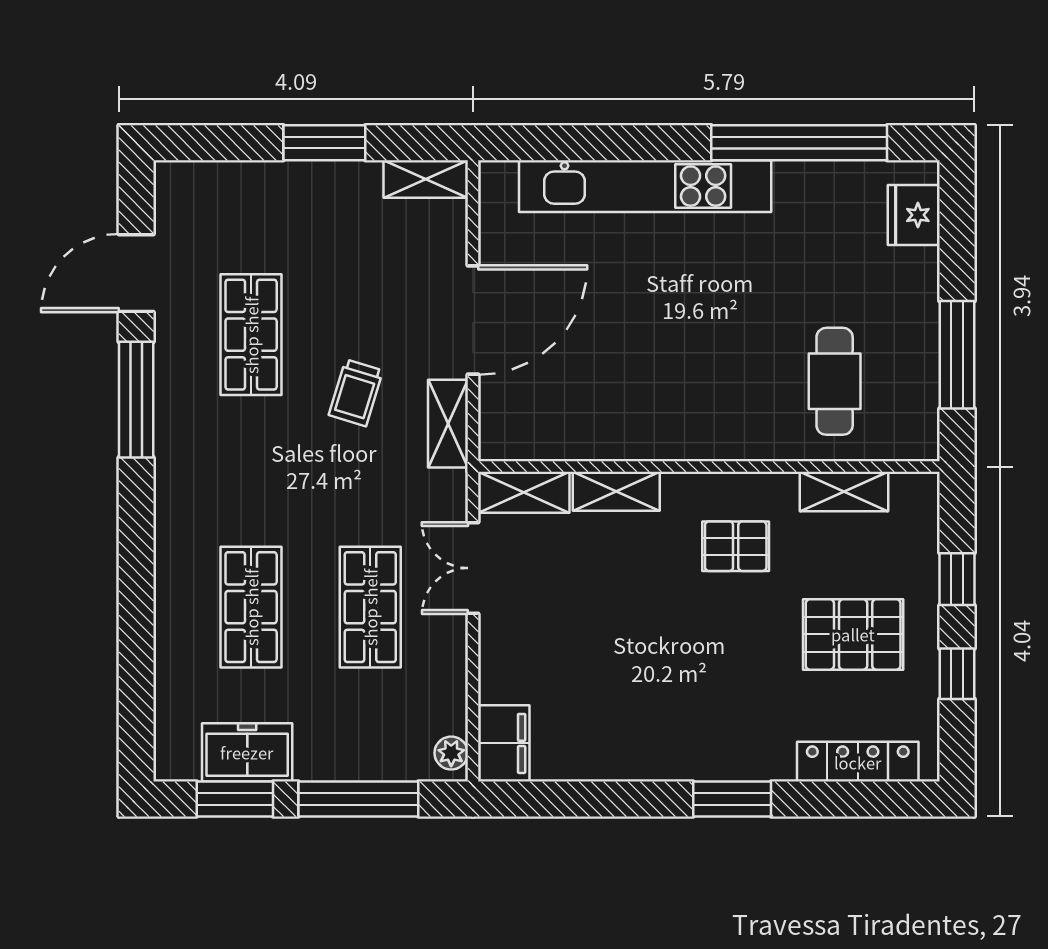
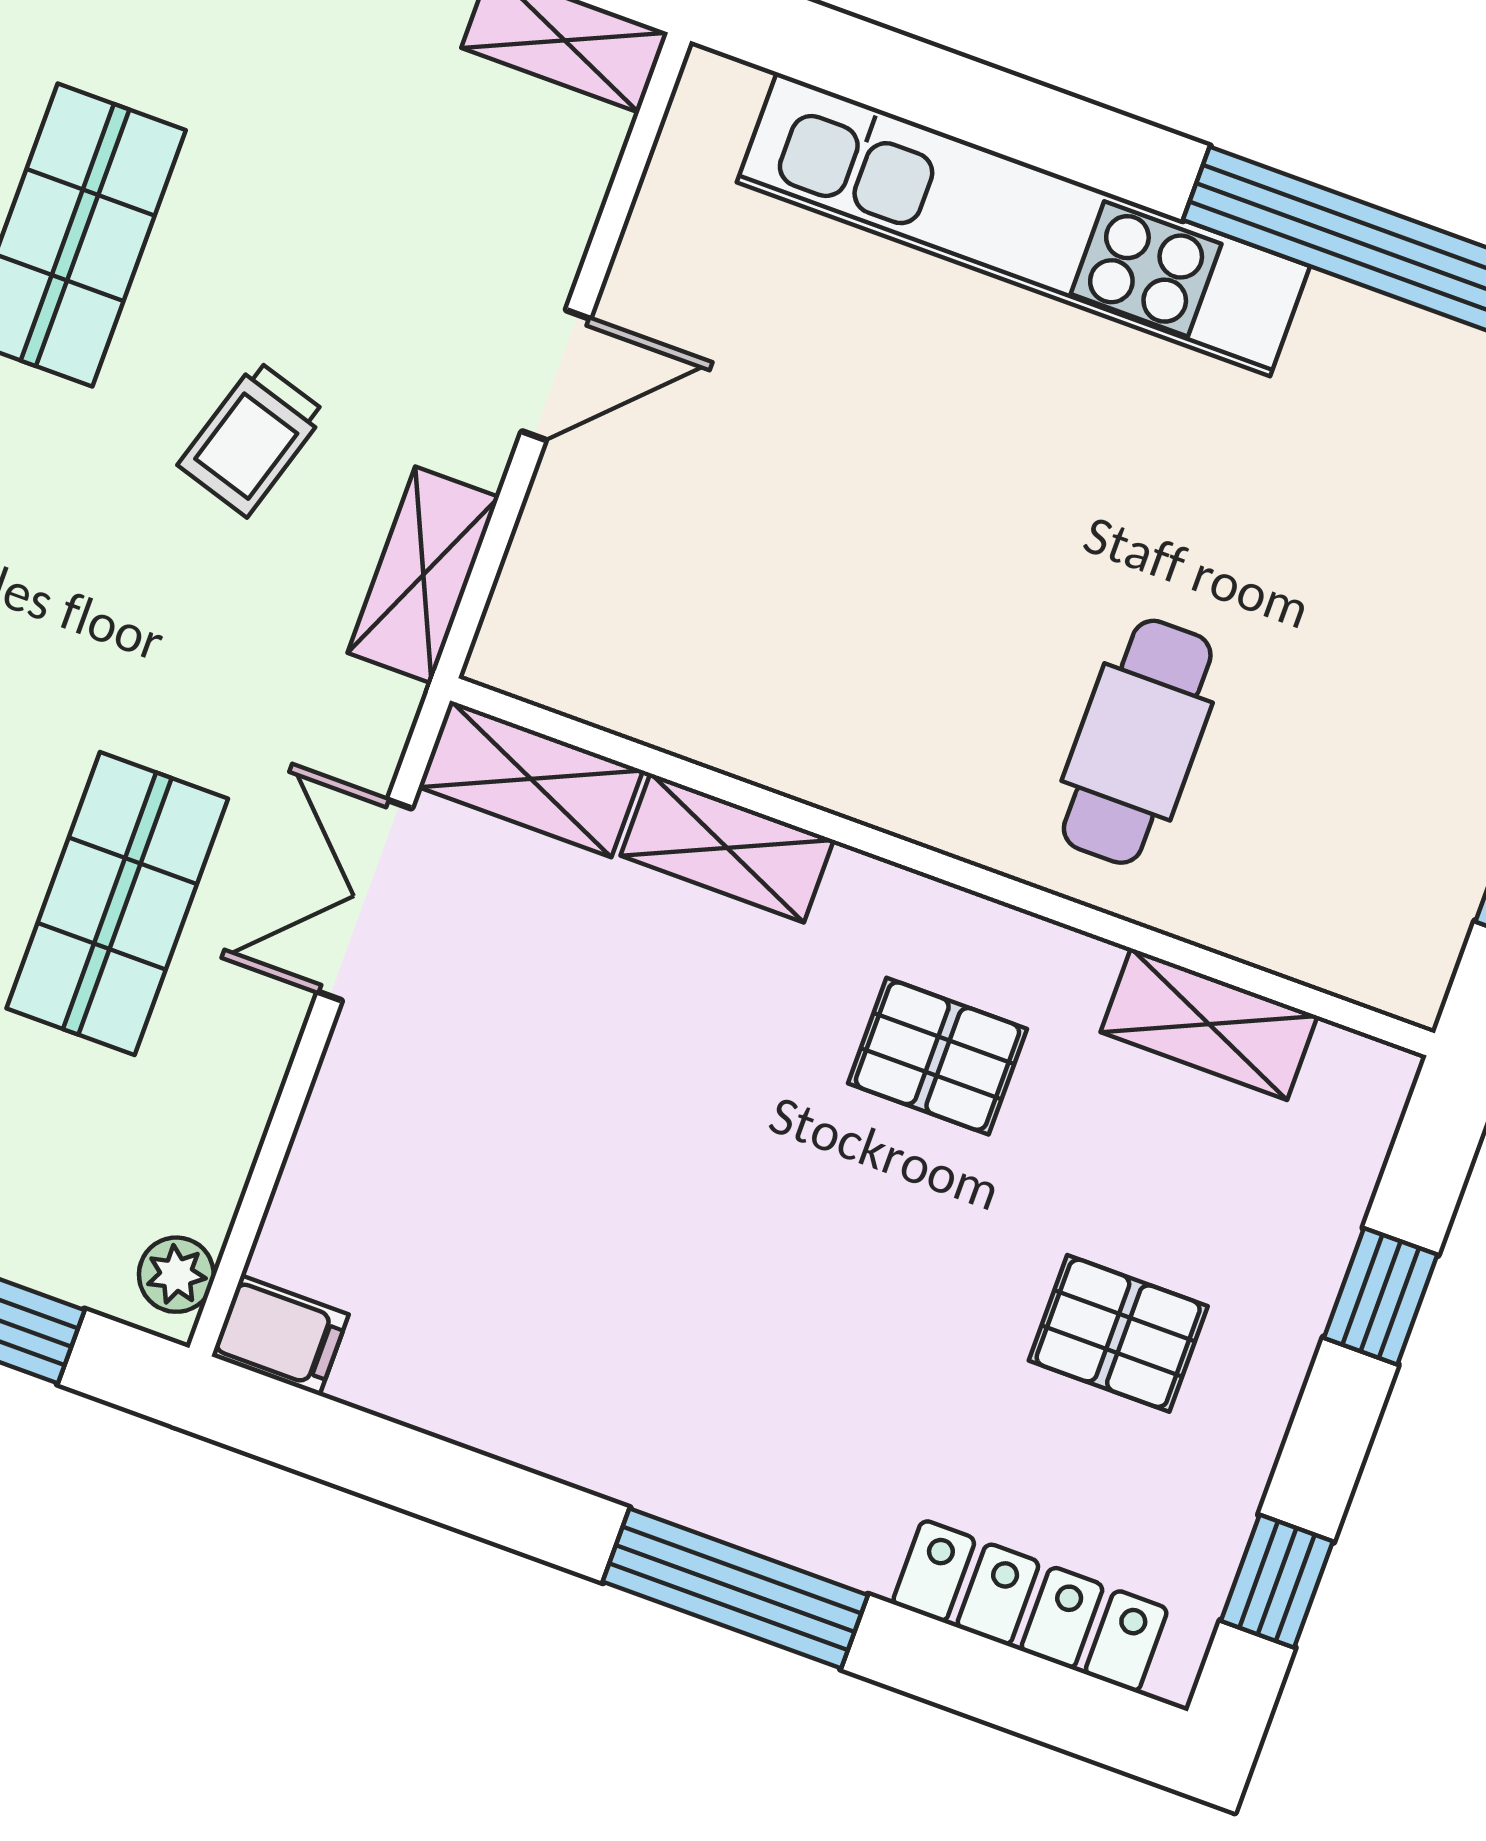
door: (473, 320) -> (556, 375), width x0.53
cafe table: (835, 381) -> (1137, 742), moved
pallet: (853, 634) -> (1118, 1333), width x0.67, depth x0.71
window: (957, 674) -> (1277, 1581), moved
filing cabinet: (504, 743) -> (280, 1335), width x0.50
window: (732, 799) -> (735, 1588), width x1.44

